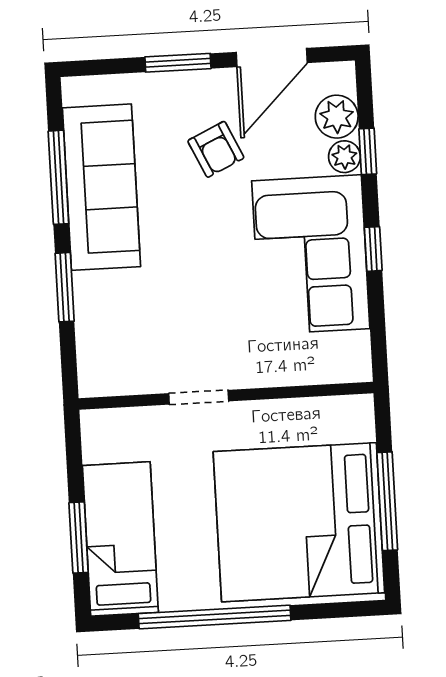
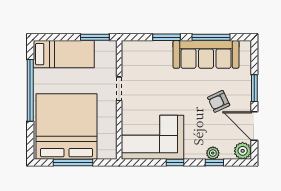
plant: (337, 117) -> (243, 151), moved
corner sofa: (311, 255) -> (153, 137), moved
window: (79, 538) -> (95, 37), moved

